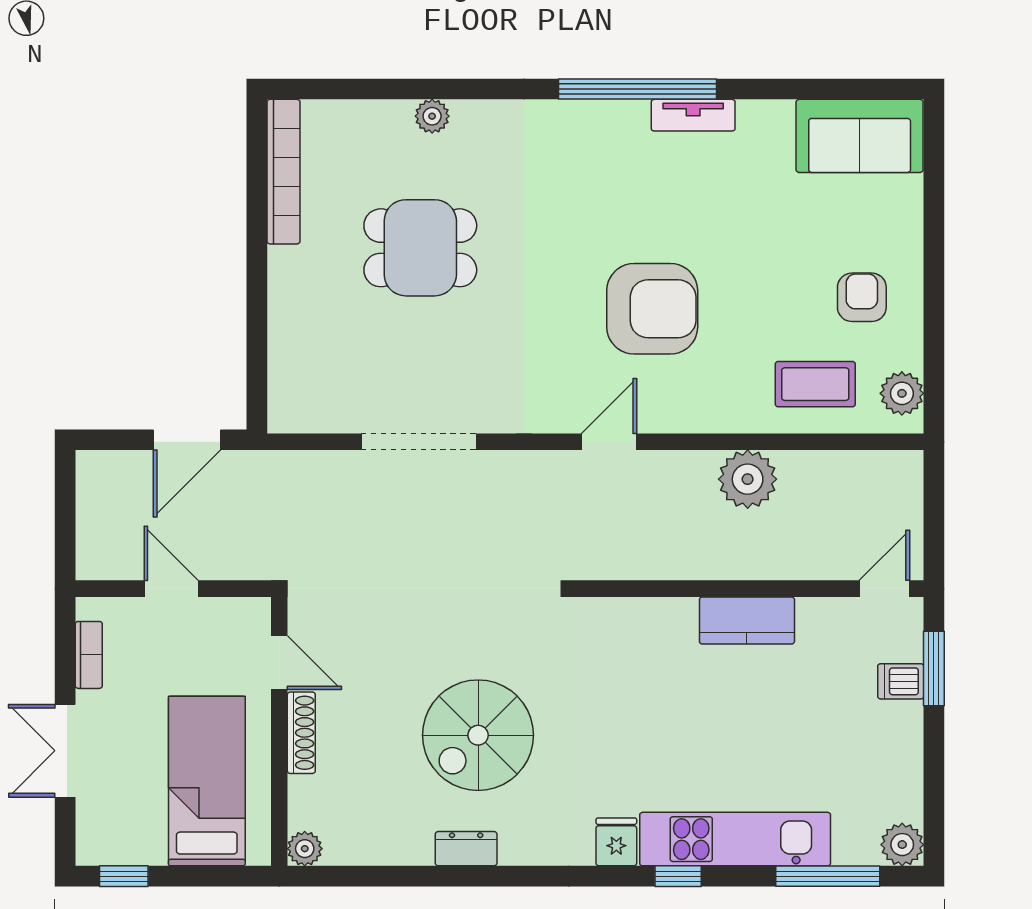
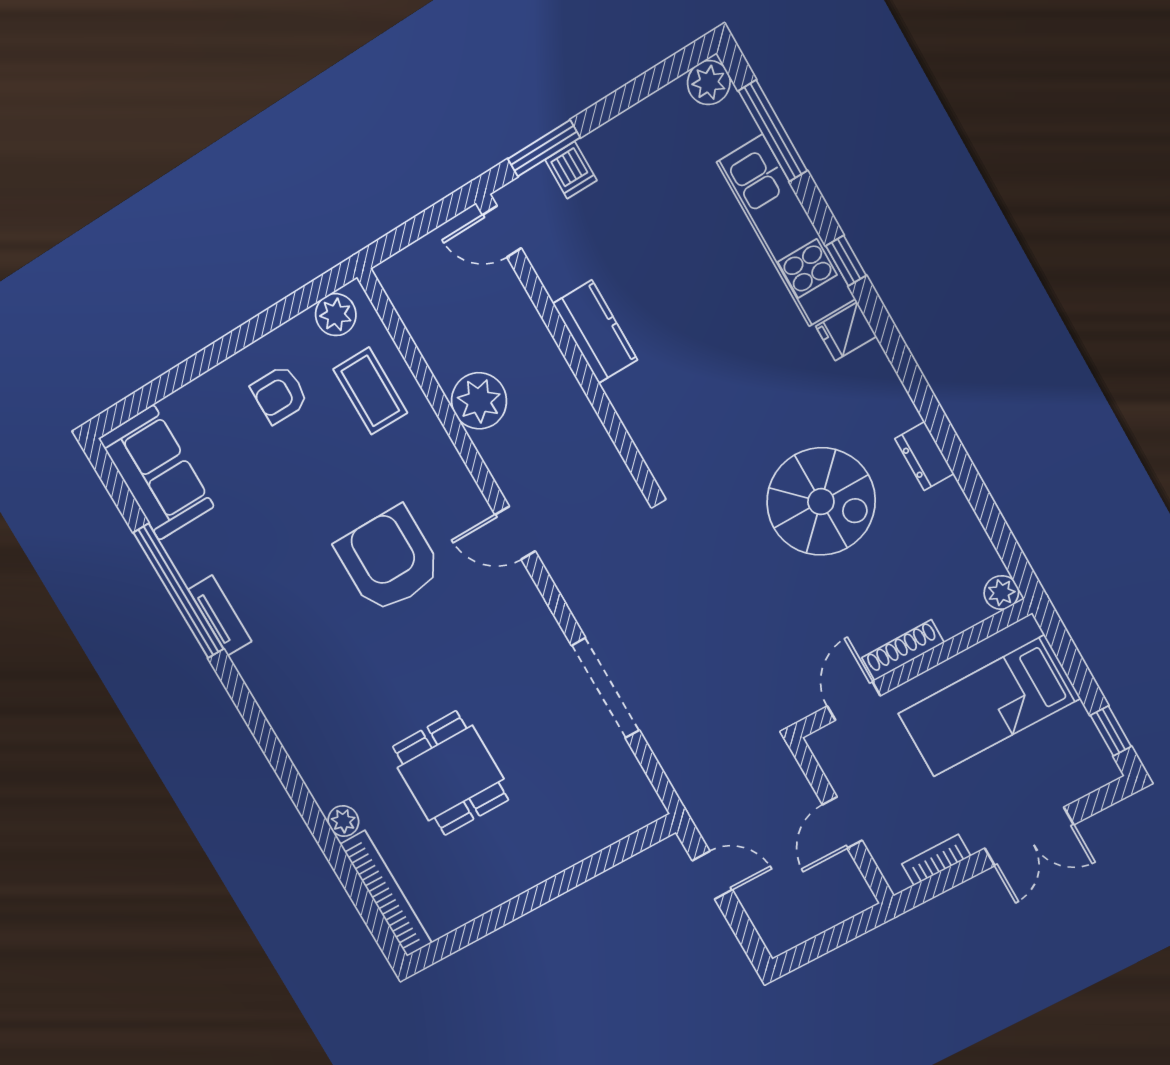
window: (638, 89) -> (178, 591), moved
bookcase: (283, 172) -> (386, 894), moved, turned 90
door: (187, 440) -> (712, 875), width x0.73

